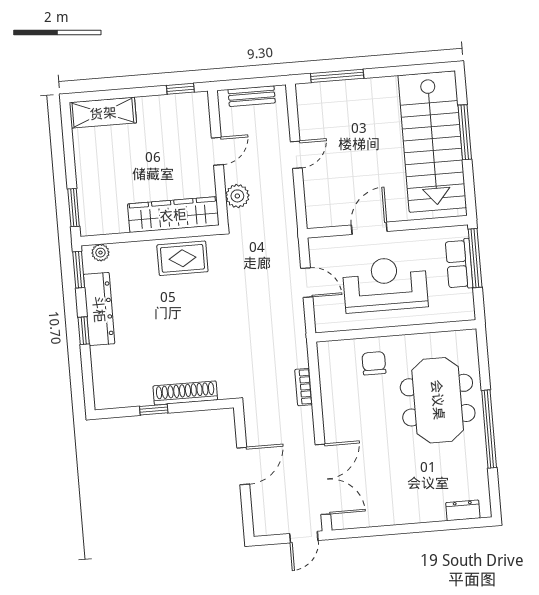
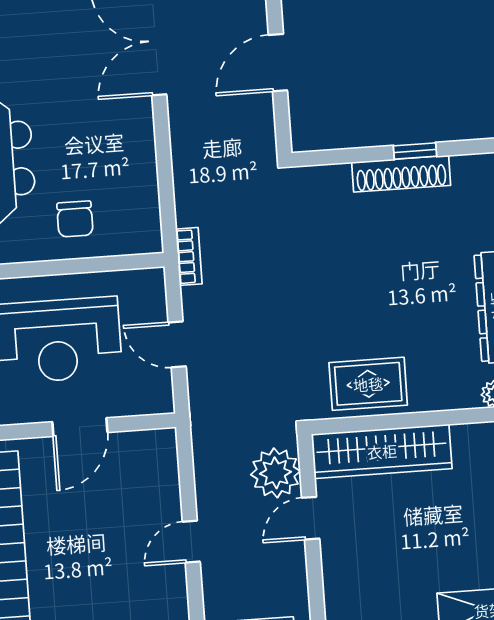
door: (217, 151) -> (311, 518), moved
plant: (237, 196) -> (276, 473), width x1.36, depth x1.36
bookcase: (304, 387) -> (189, 256), moved
shoe rack: (185, 393) -> (401, 174), moved

